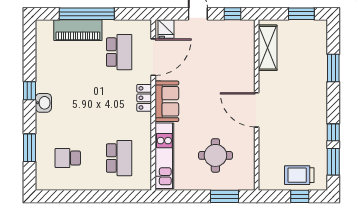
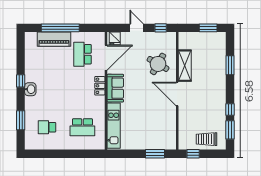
shelving: (268, 48) -> (185, 66), moved
school desk: (119, 52) -> (82, 54), turned 180
round table: (215, 155) -> (158, 64), moved, turned 30
school desk: (119, 158) -> (82, 127), turned 90
window: (300, 196) -> (193, 154), moved

